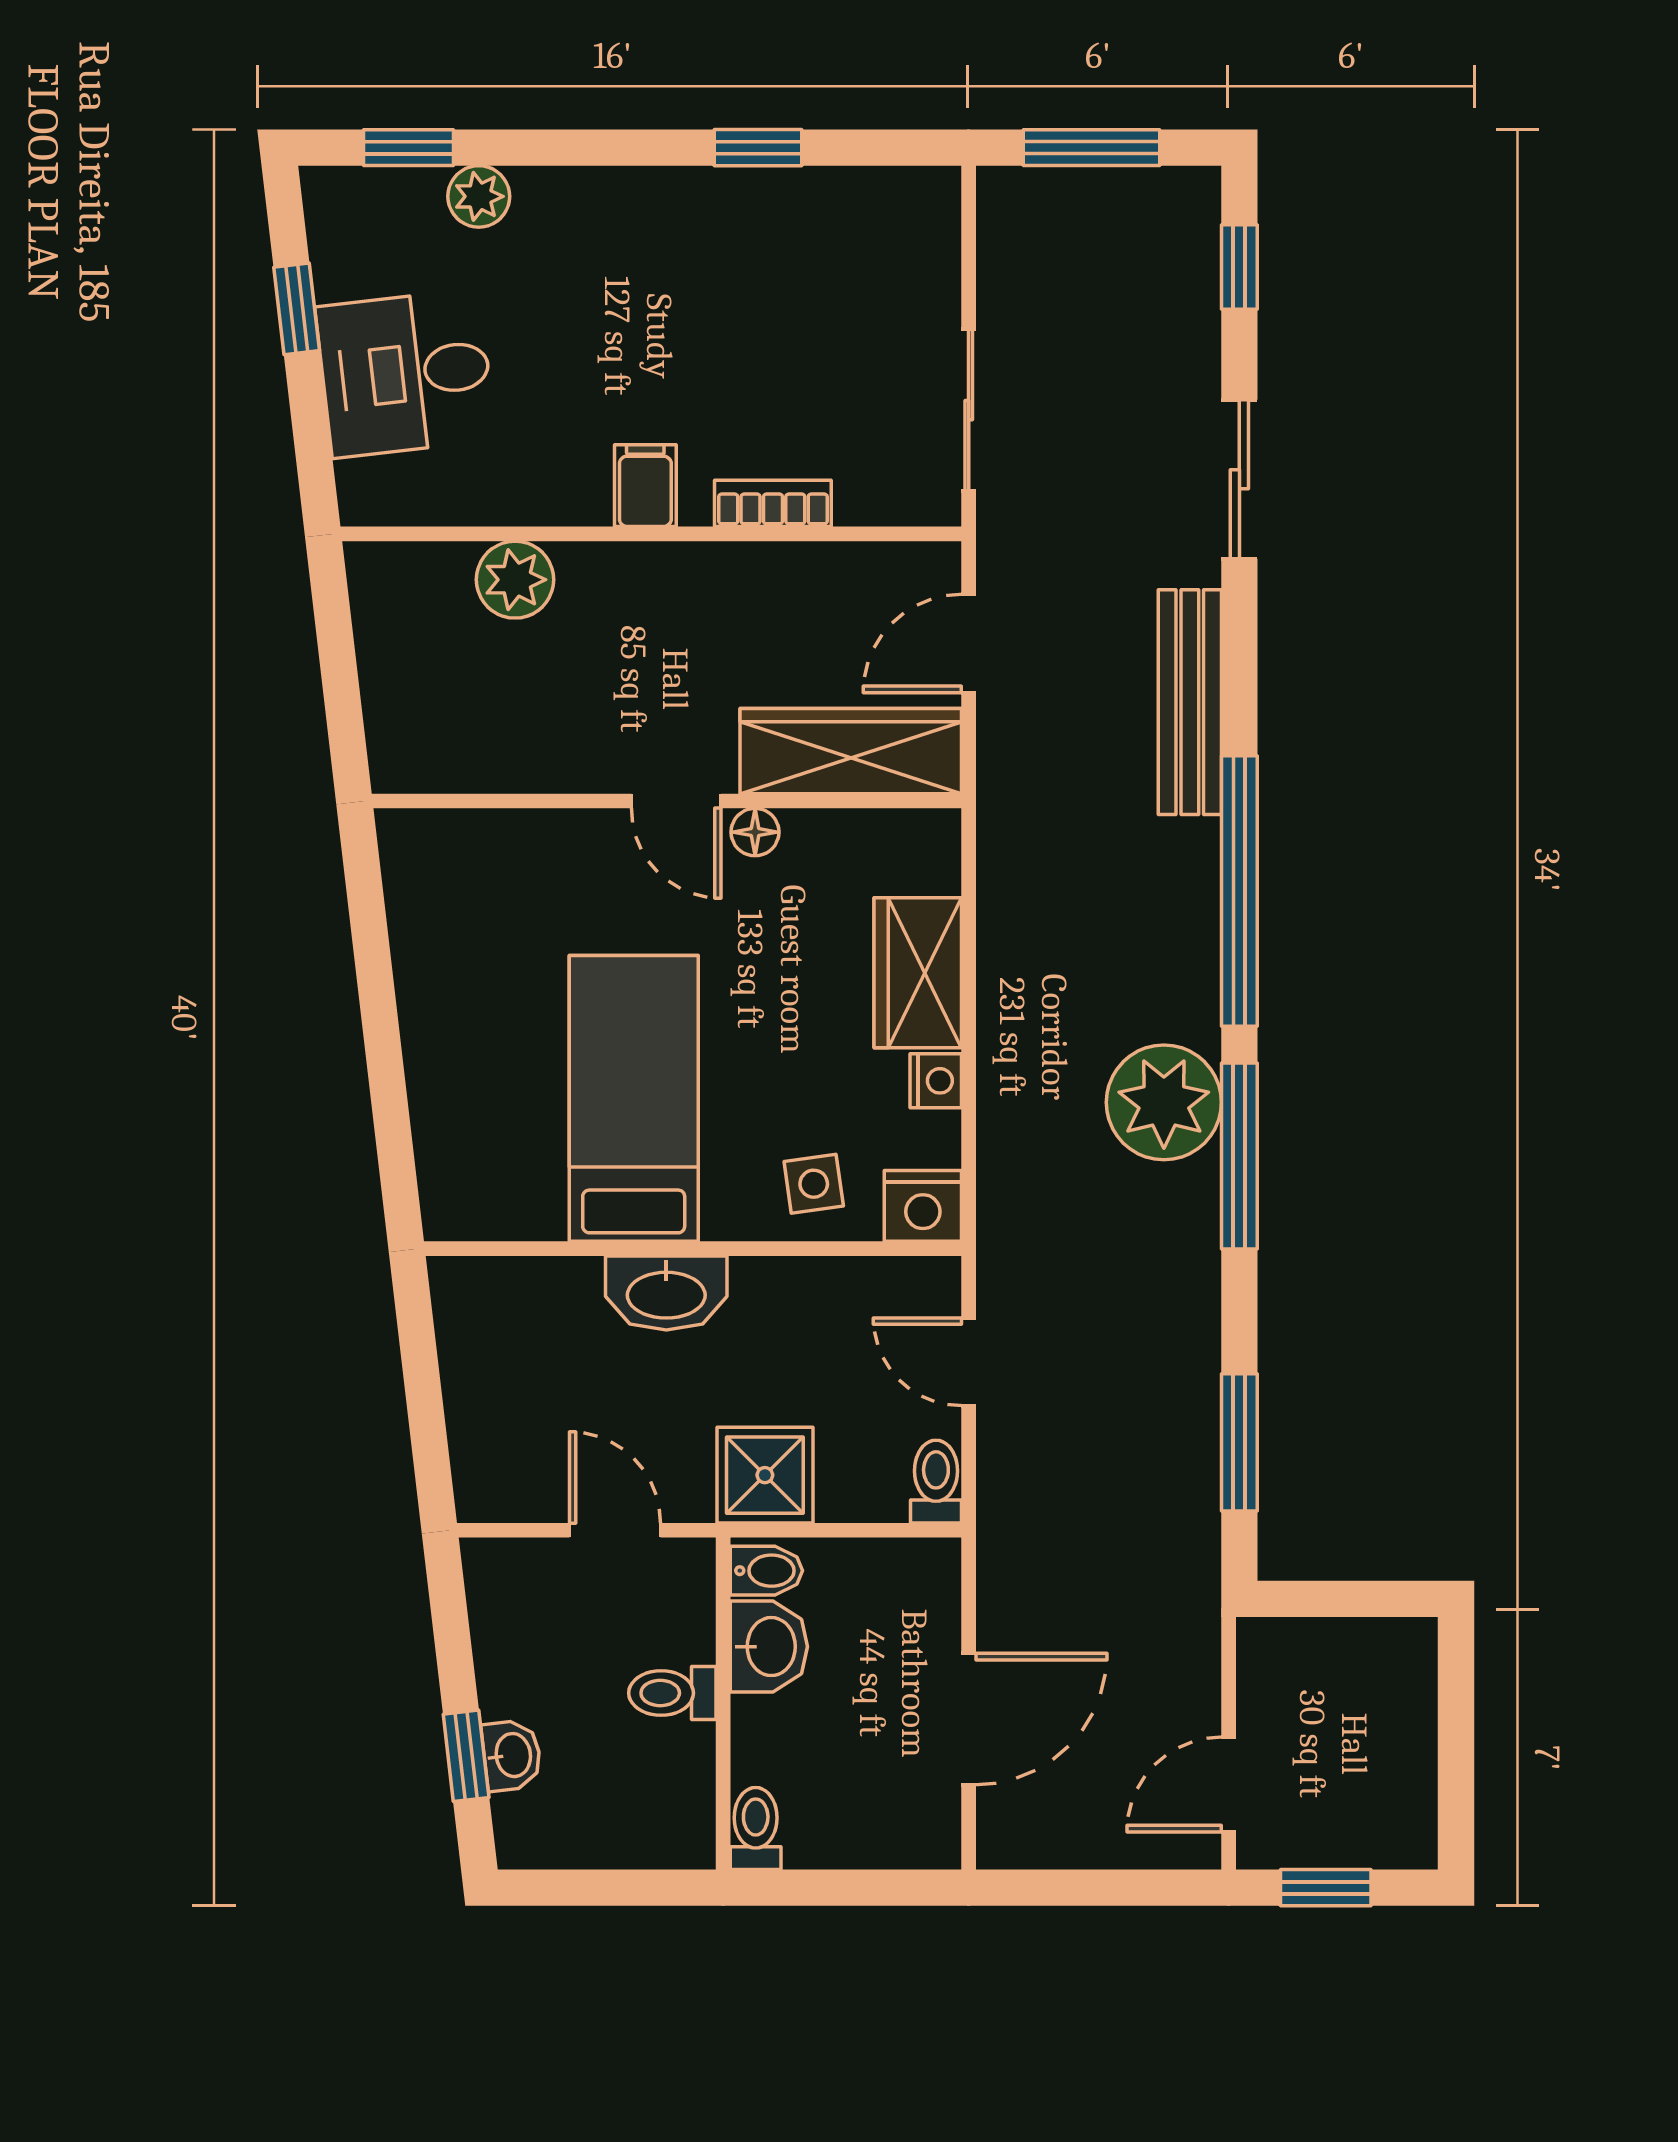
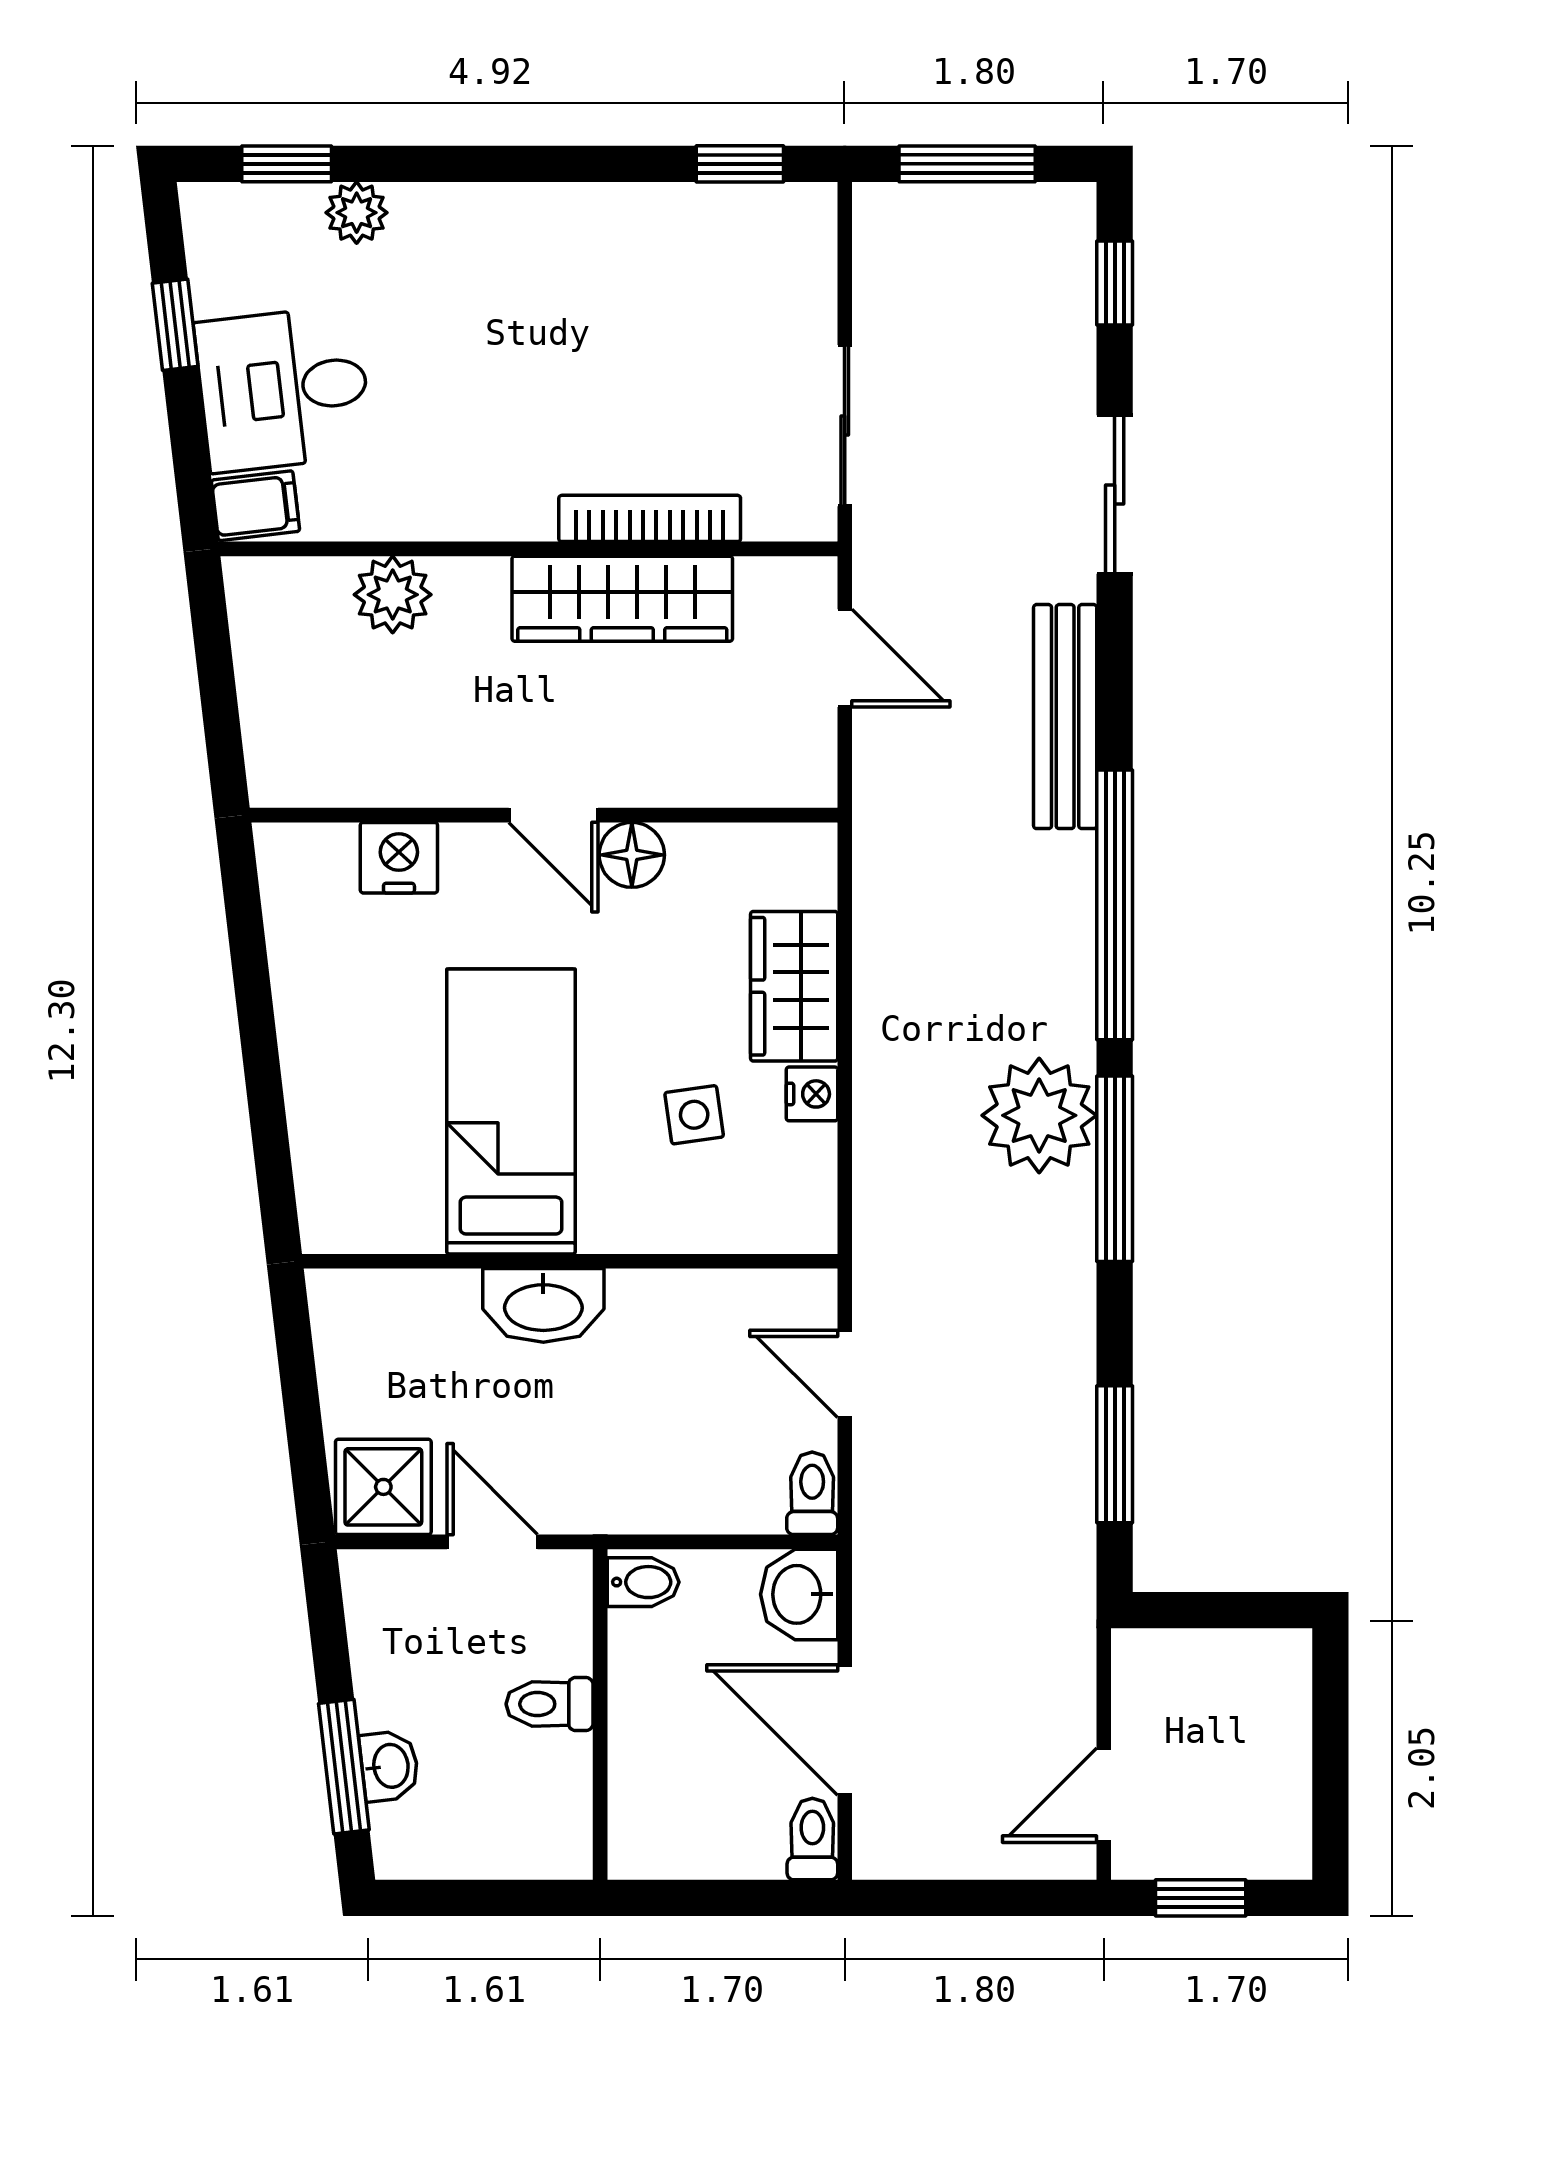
window: (758, 148) -> (740, 164), moved
filing cabinet: (645, 486) -> (256, 506), moved, turned 83
bookcase: (773, 503) -> (650, 518), width x1.56
door: (969, 643) -> (845, 658), swing flipped
wardrobe: (851, 751) -> (622, 599), moved, turned 180
floor lamp: (755, 832) -> (632, 855), width x1.37, depth x1.37
side table: (814, 1184) -> (694, 1115), moved
nightstand: (923, 1206) -> (399, 858), moved, turned 180
shower: (765, 1475) -> (383, 1487), moved
washbasin: (769, 1647) -> (799, 1594), moved, turned 180
door: (969, 1719) -> (845, 1730), swing flipped
window: (466, 1756) -> (344, 1767), width x1.50
toilet: (756, 1828) -> (812, 1839), moved

